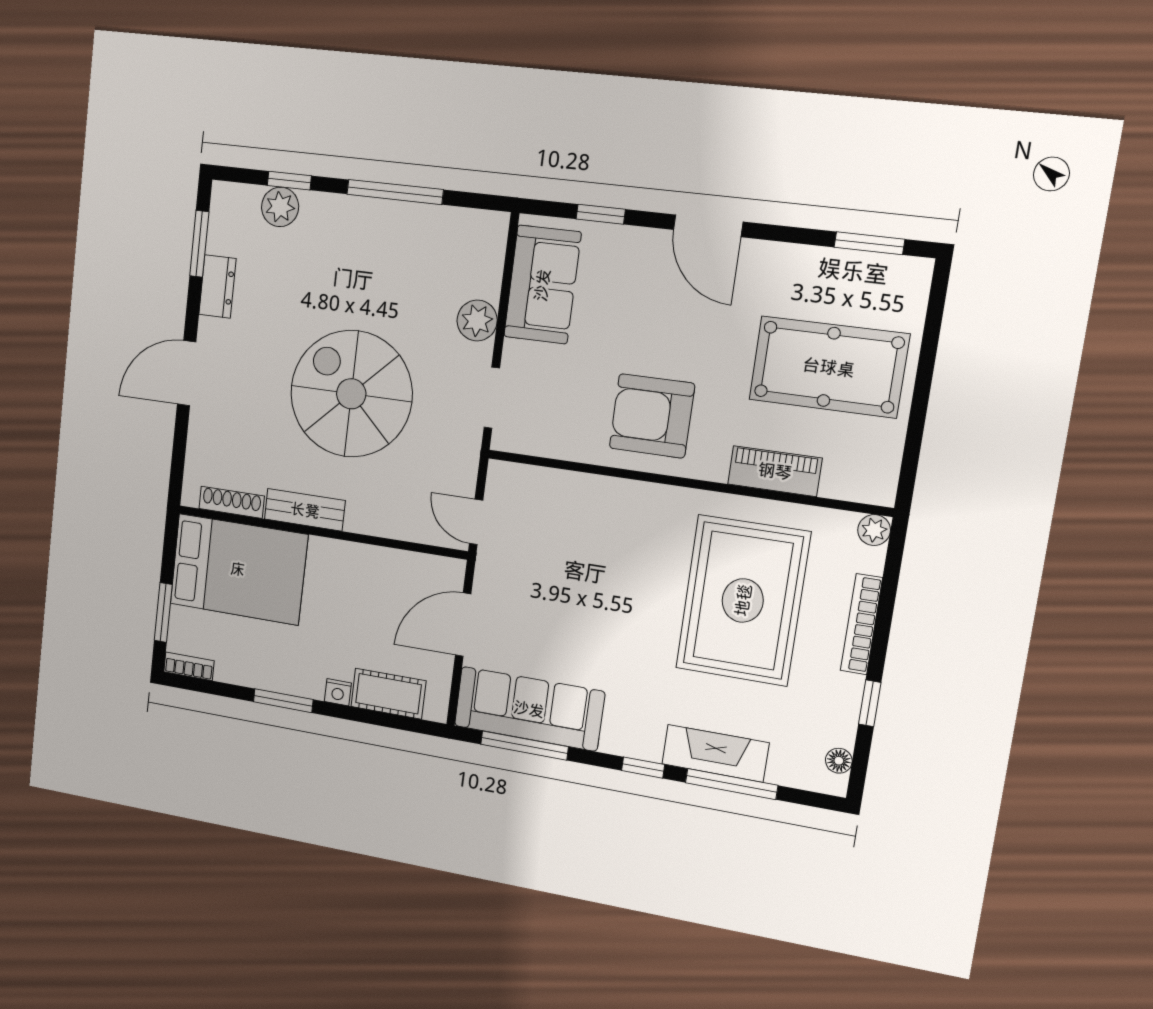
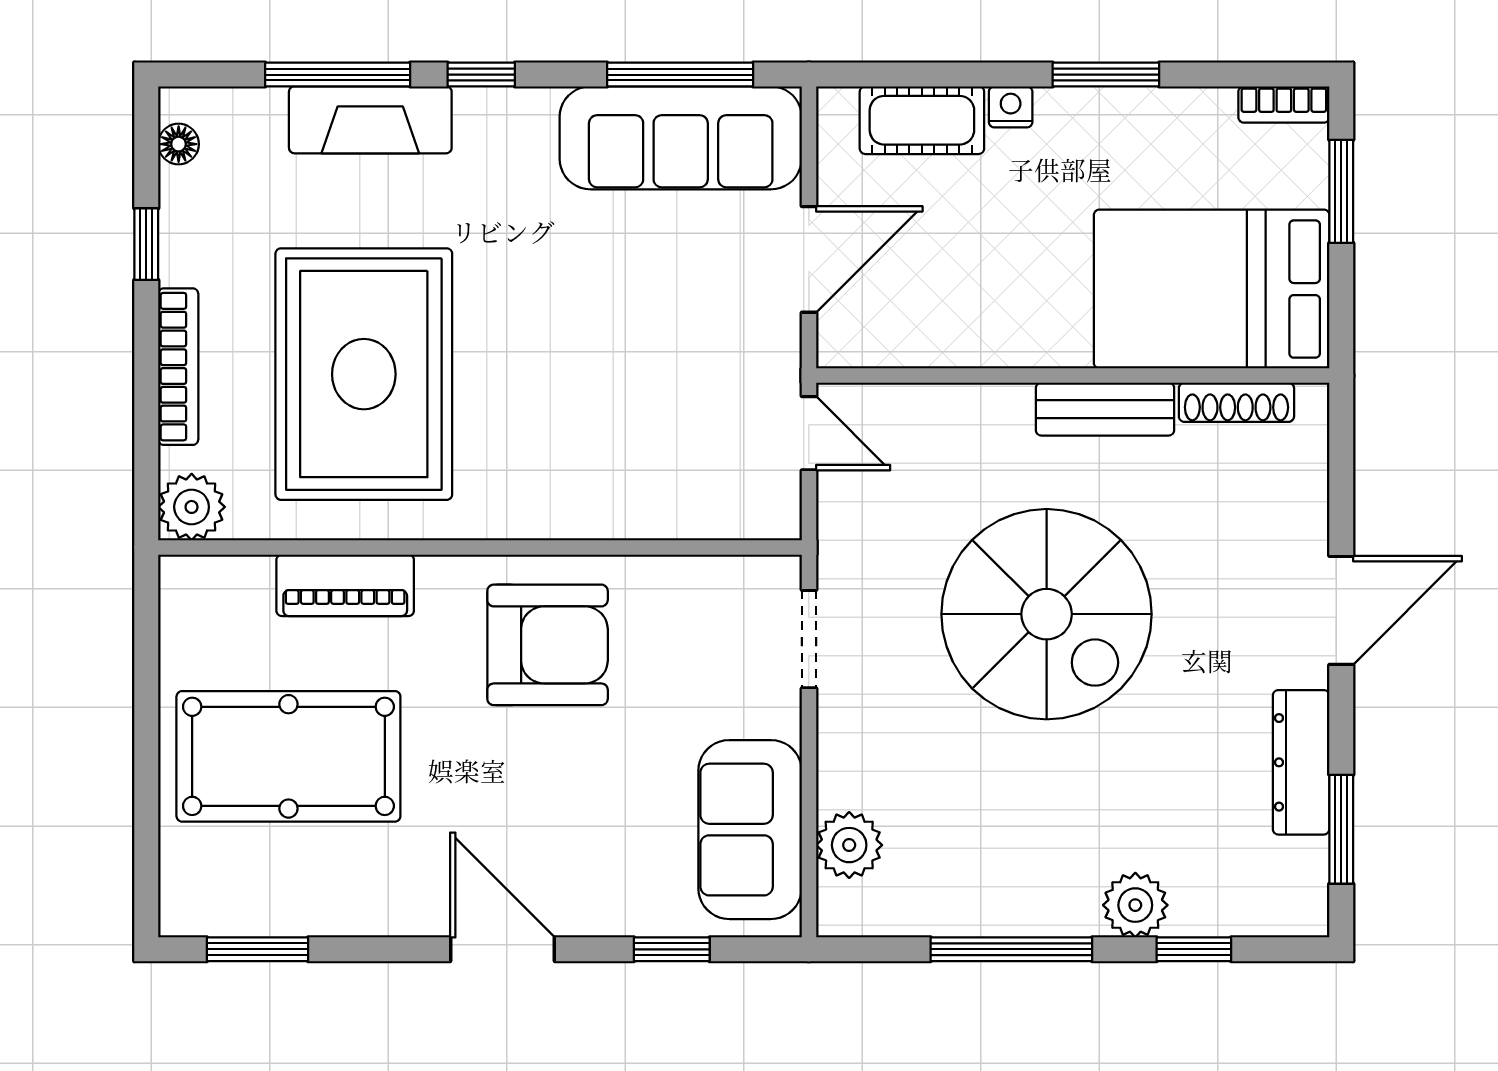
plant: (280, 207) -> (1135, 905), moved
dresser: (217, 287) -> (1301, 762), width x1.44
plant: (477, 320) -> (849, 845), moved
plant: (874, 530) -> (192, 507), width x1.38, depth x1.38

